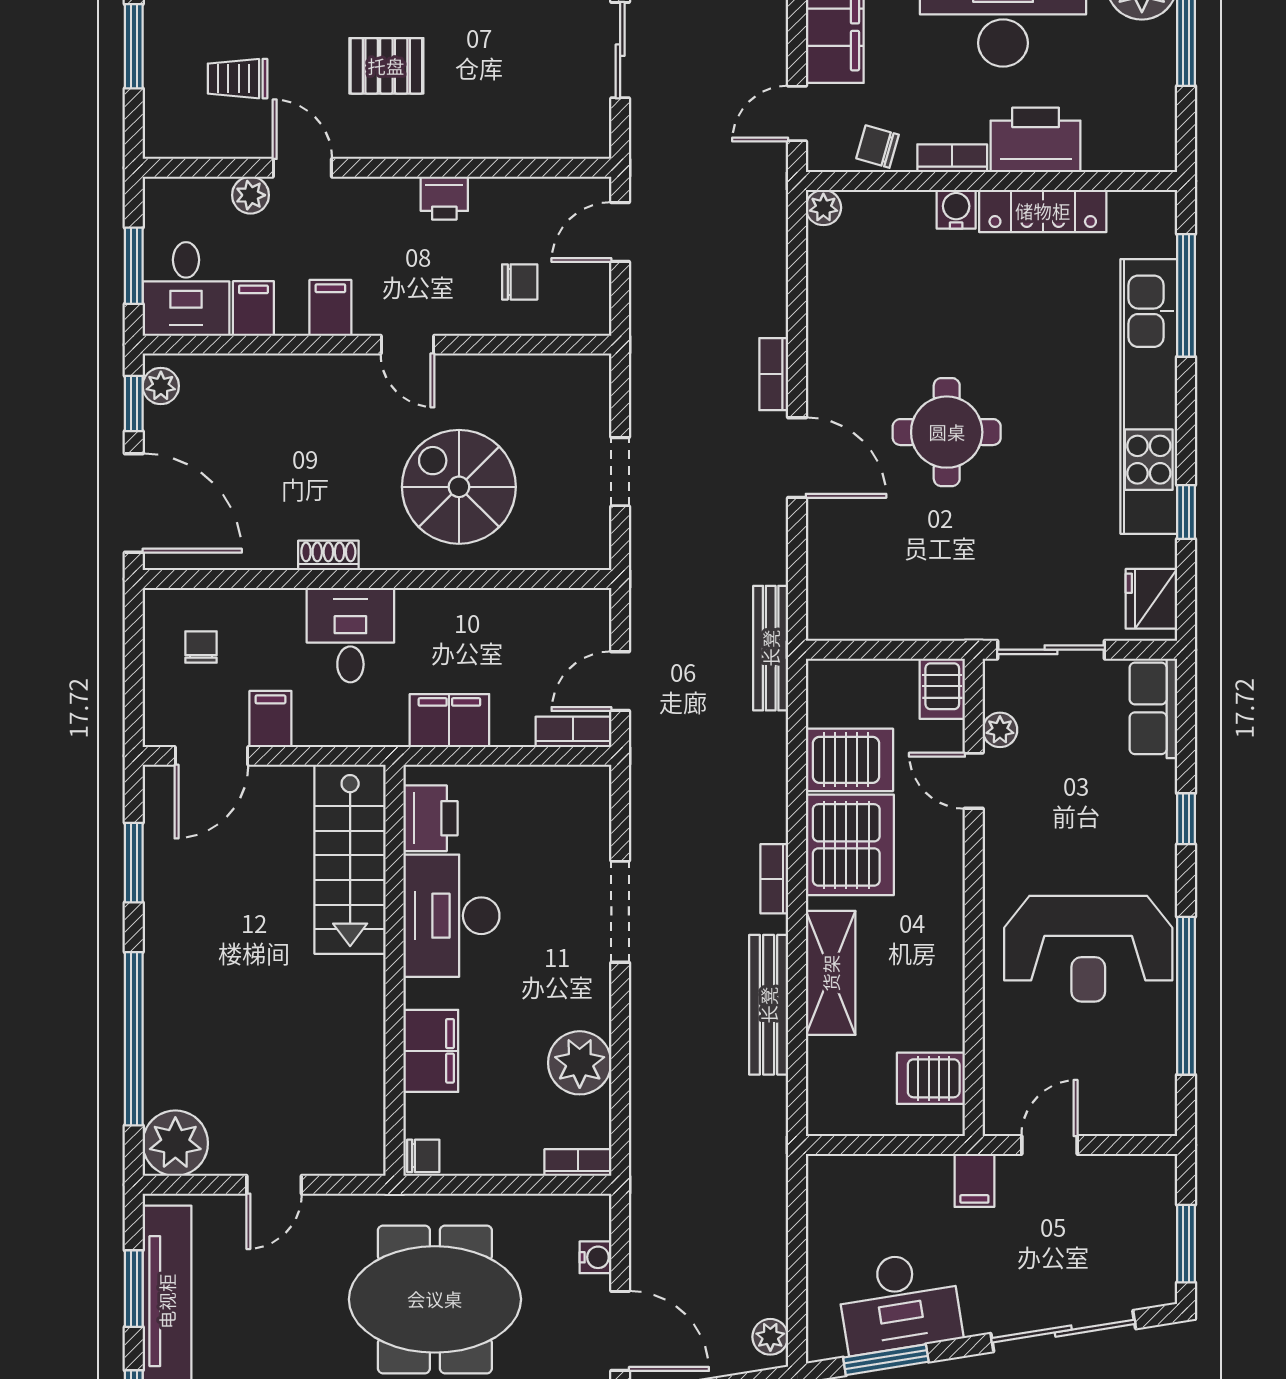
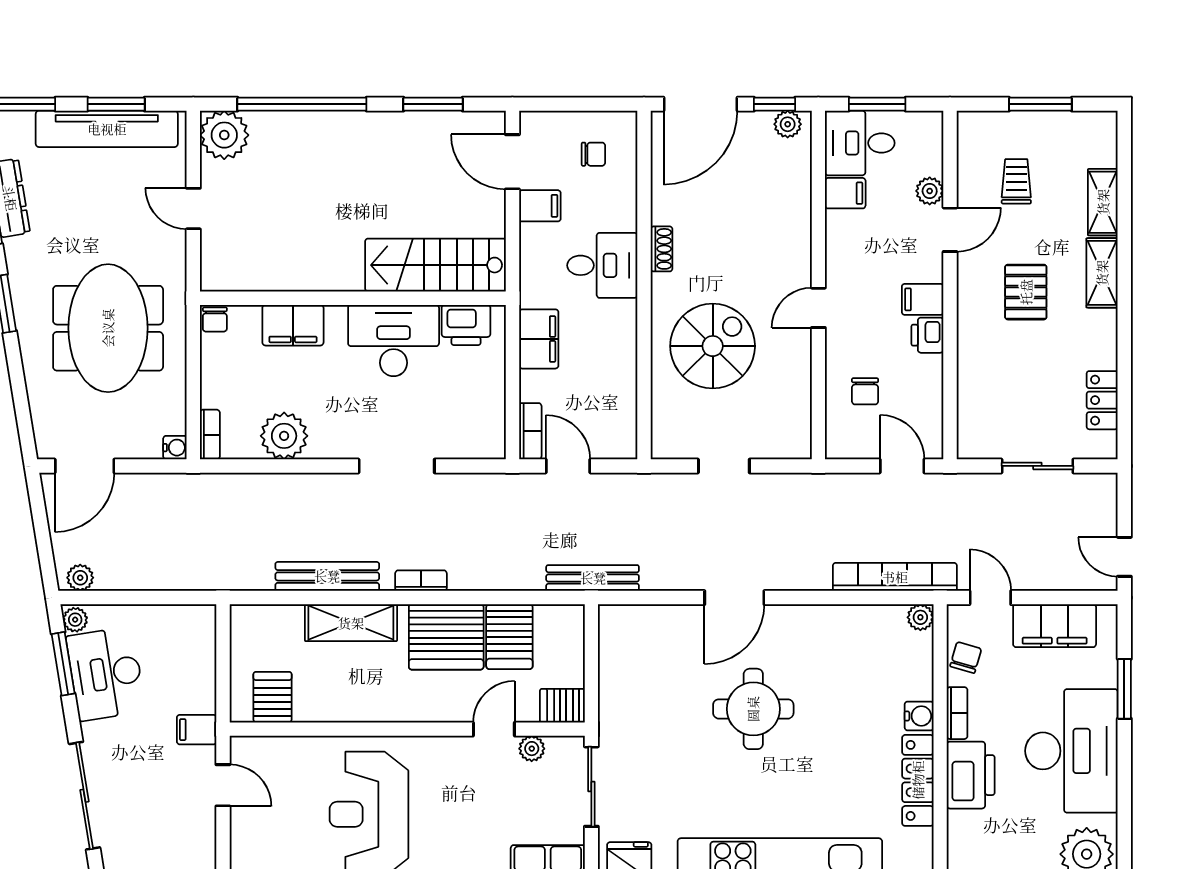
filing cabinet: (330, 308) -> (923, 299), moved, turned 180
bookcase: (774, 374) -> (895, 577), moved, width x2.31, depth x1.31
water cooler: (595, 1257) -> (175, 448), moved, turned -90
plant: (827, 1344) -> (75, 620), added

